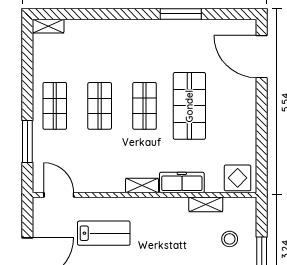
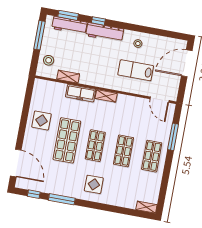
window: (225, 14) -> (34, 194), added
display table: (136, 46) -> (94, 184), added
display table: (238, 178) -> (41, 120), moved
stool: (230, 239) -> (49, 60), moved

